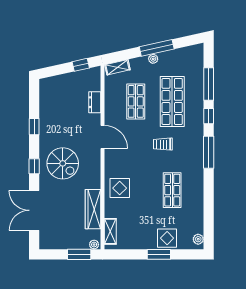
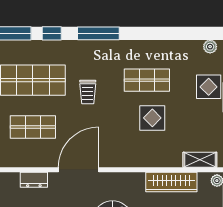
door: (103, 137) -> (79, 170), width x1.36
display table: (120, 188) -> (152, 118), moved

